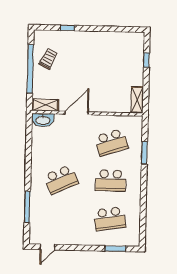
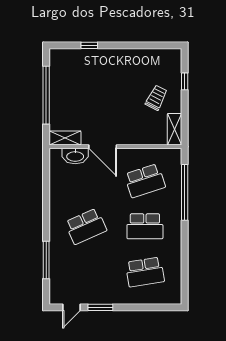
trolley: (48, 59) -> (156, 98), moved
door: (77, 113) -> (103, 147), swing flipped
washbasin: (43, 120) -> (75, 156), moved
window: (144, 153) -> (185, 192), width x2.11
window: (115, 249) -> (100, 307), moved

